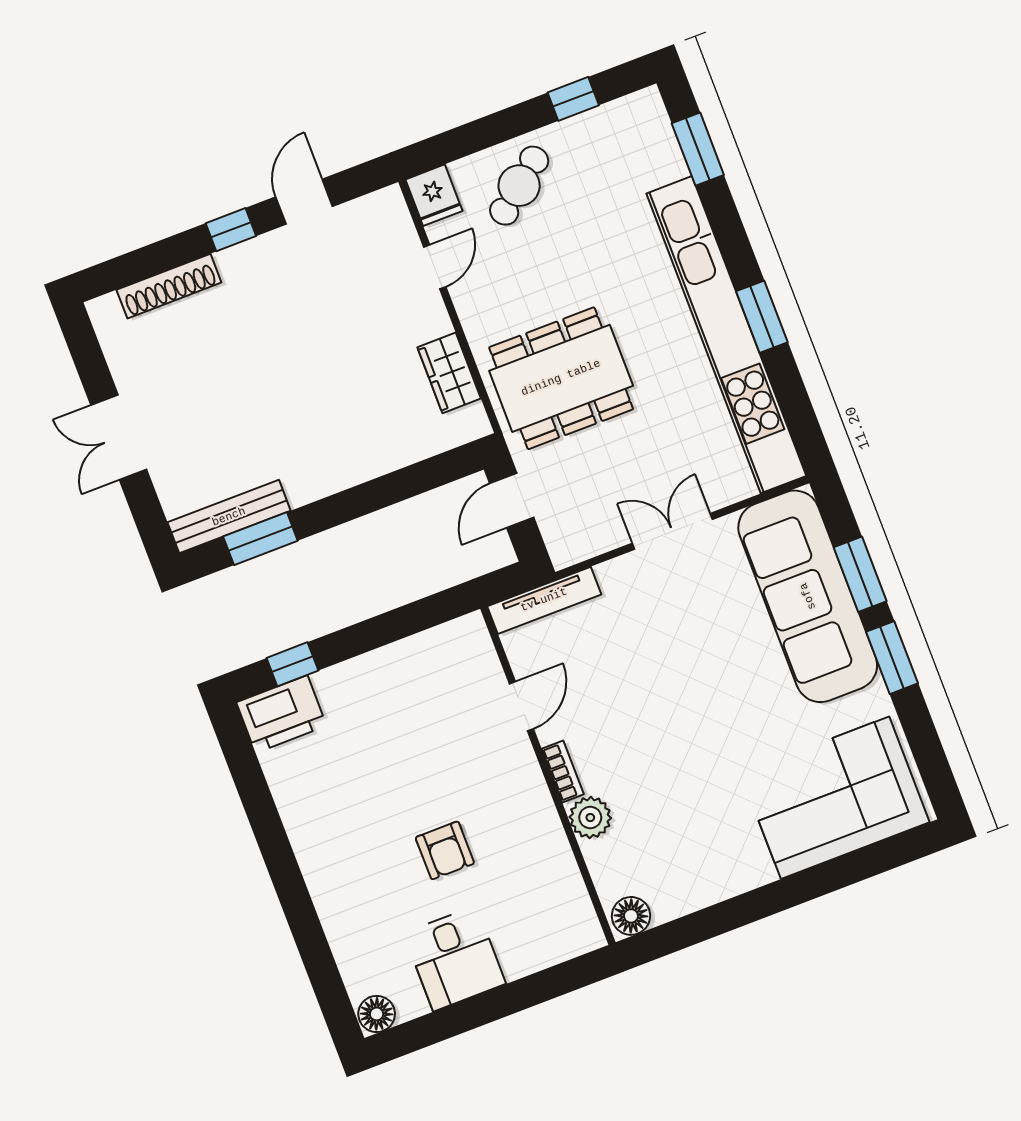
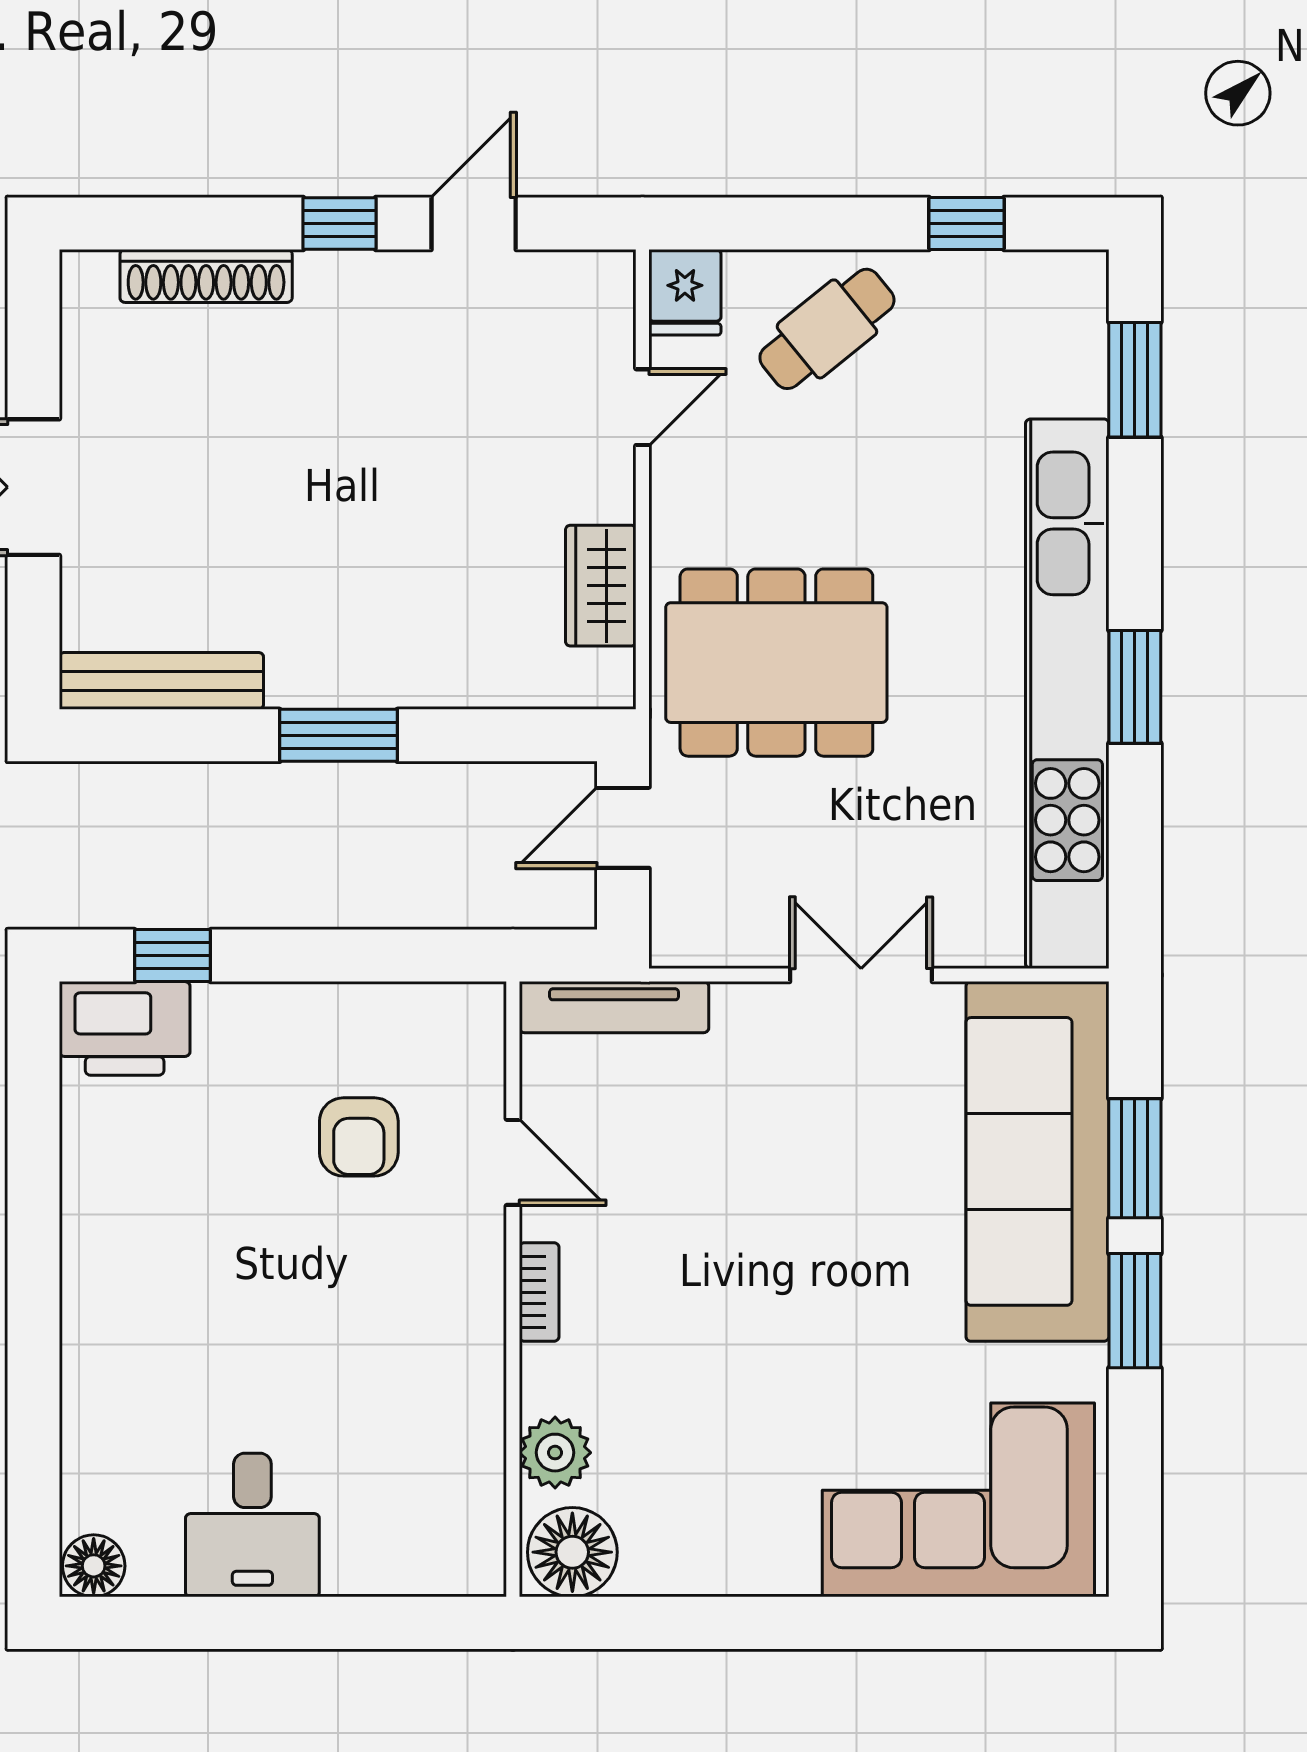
window: (260, 539) -> (339, 735), moved
door: (521, 706) -> (513, 1162), hinge flipped
plant: (590, 818) -> (555, 1453), moved
armchair: (445, 850) -> (359, 1137), moved
floor lamp: (631, 916) -> (572, 1552), width x1.38, depth x1.38

